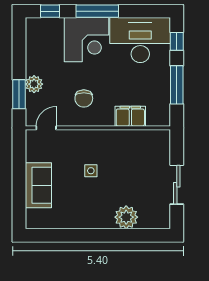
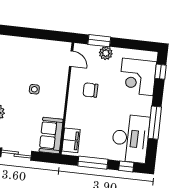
window: (97, 11) -> (155, 123), moved
corner desk: (87, 40) -> (138, 77), moved
filing cabinet: (130, 116) -> (71, 140), moved
sofa: (38, 185) -> (51, 136), moved, turned 90

